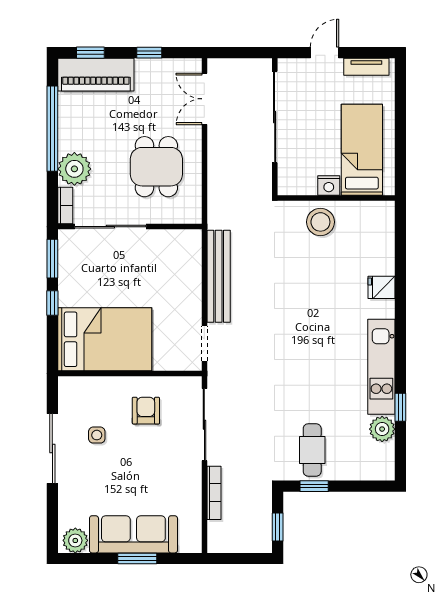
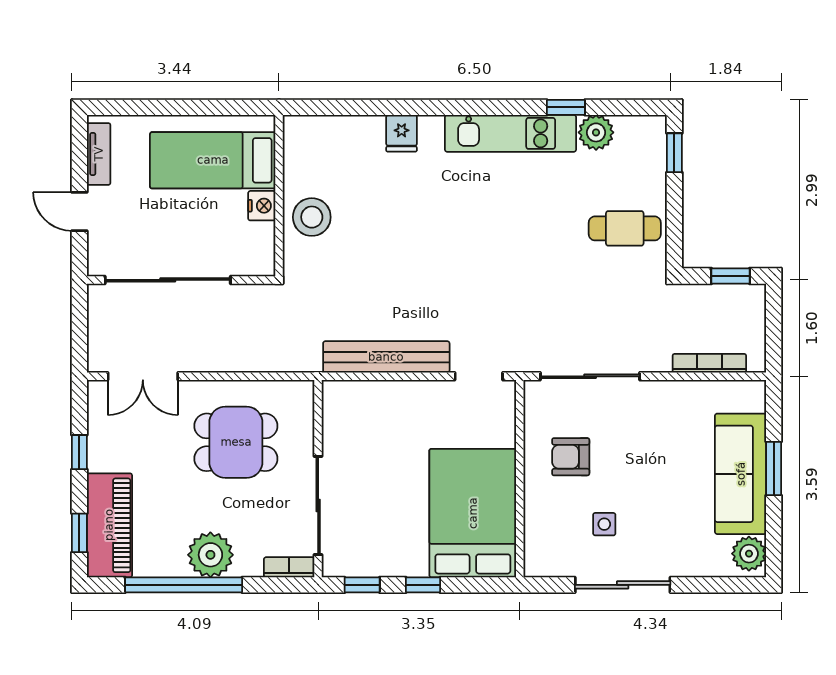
plant: (74, 169) -> (210, 555), moved
window: (52, 259) -> (362, 585), width x0.67
window: (314, 486) -> (674, 153), moved
bookcase: (214, 493) -> (709, 363), moved

